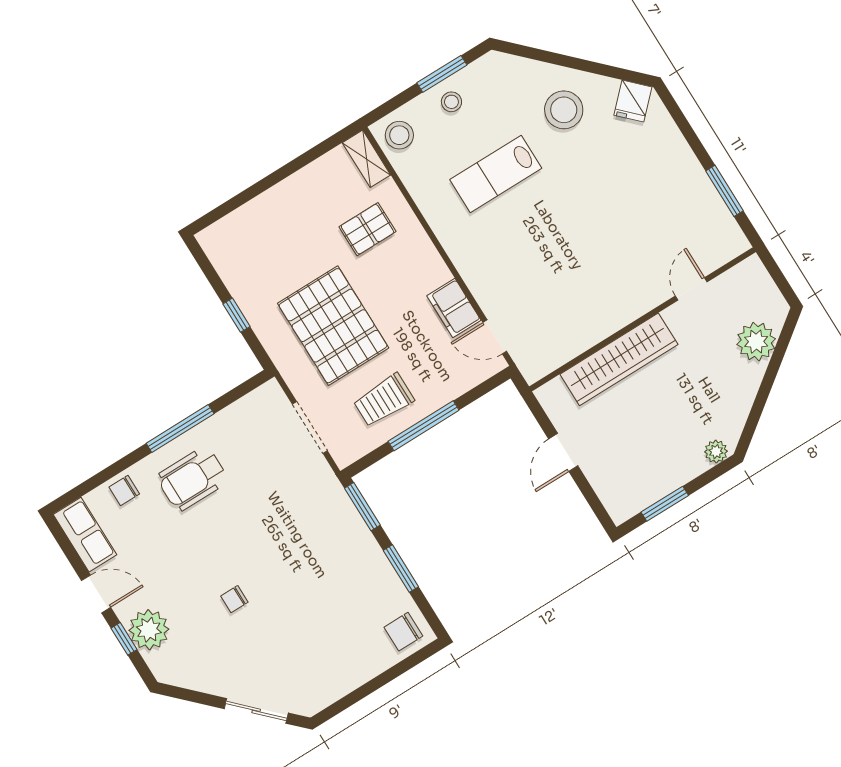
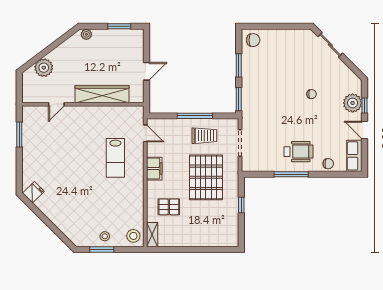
stool: (564, 110) -> (63, 206), removed
lab bench: (496, 174) -> (115, 158), moved, turned 90
filing cabinet: (454, 308) -> (154, 169), moved

